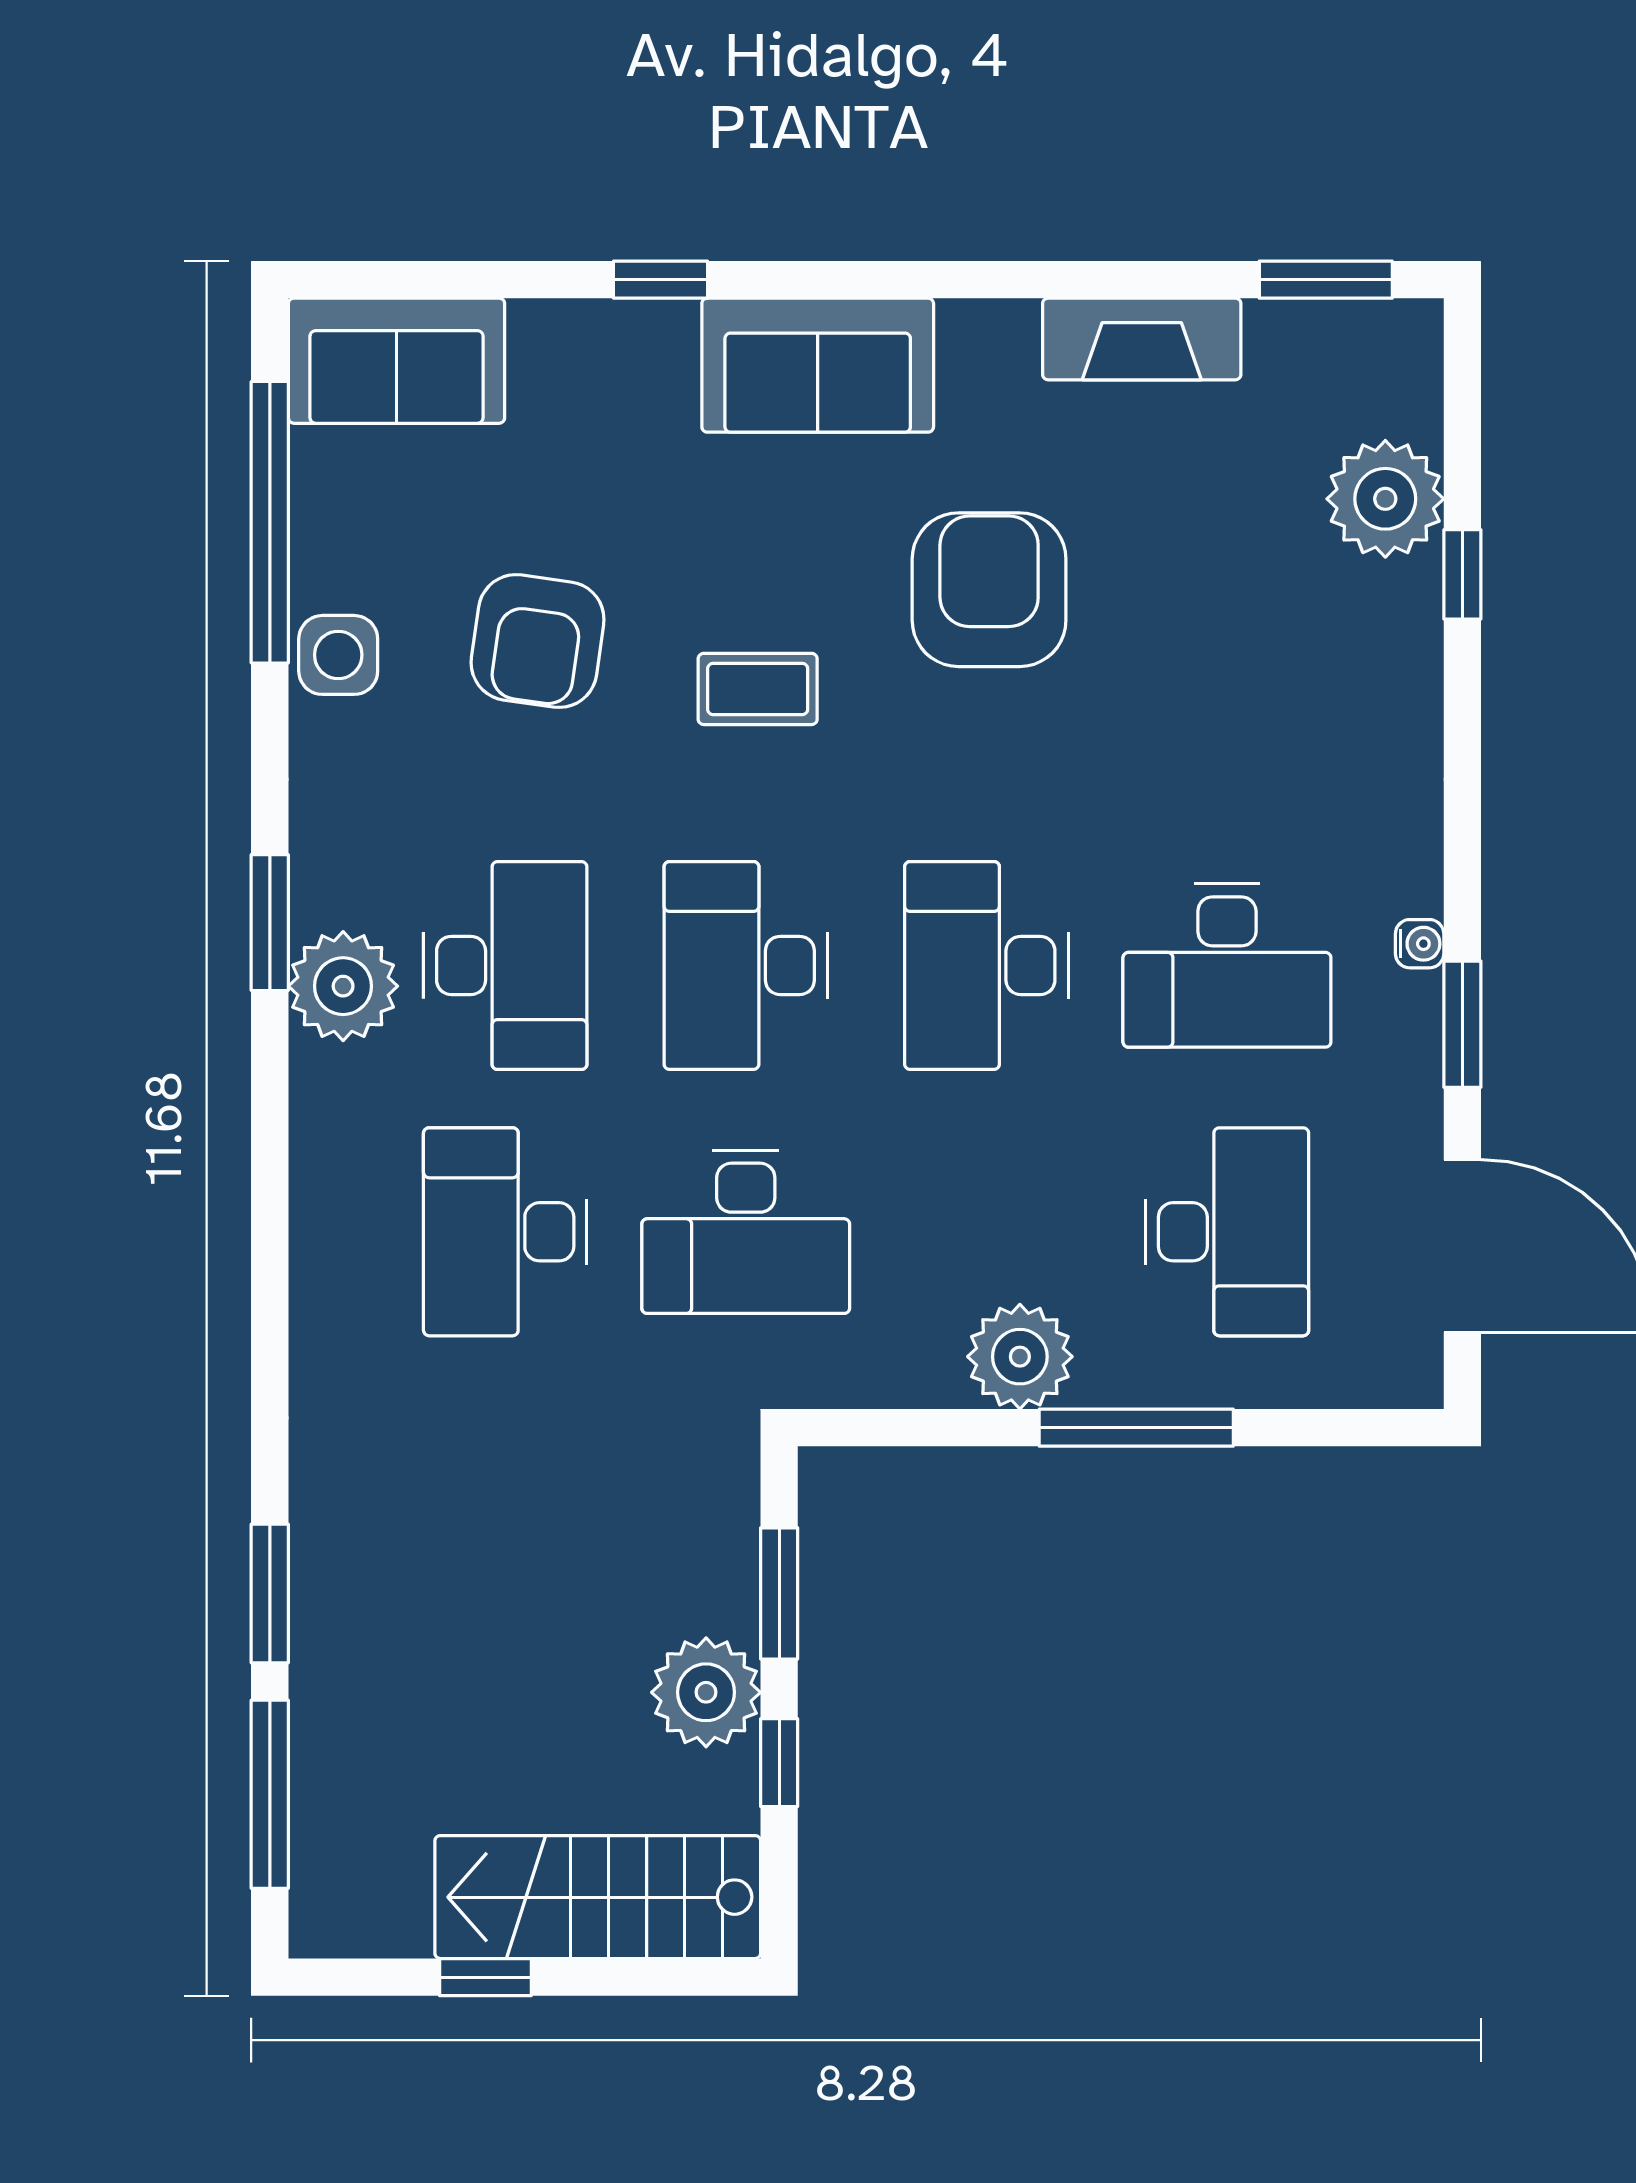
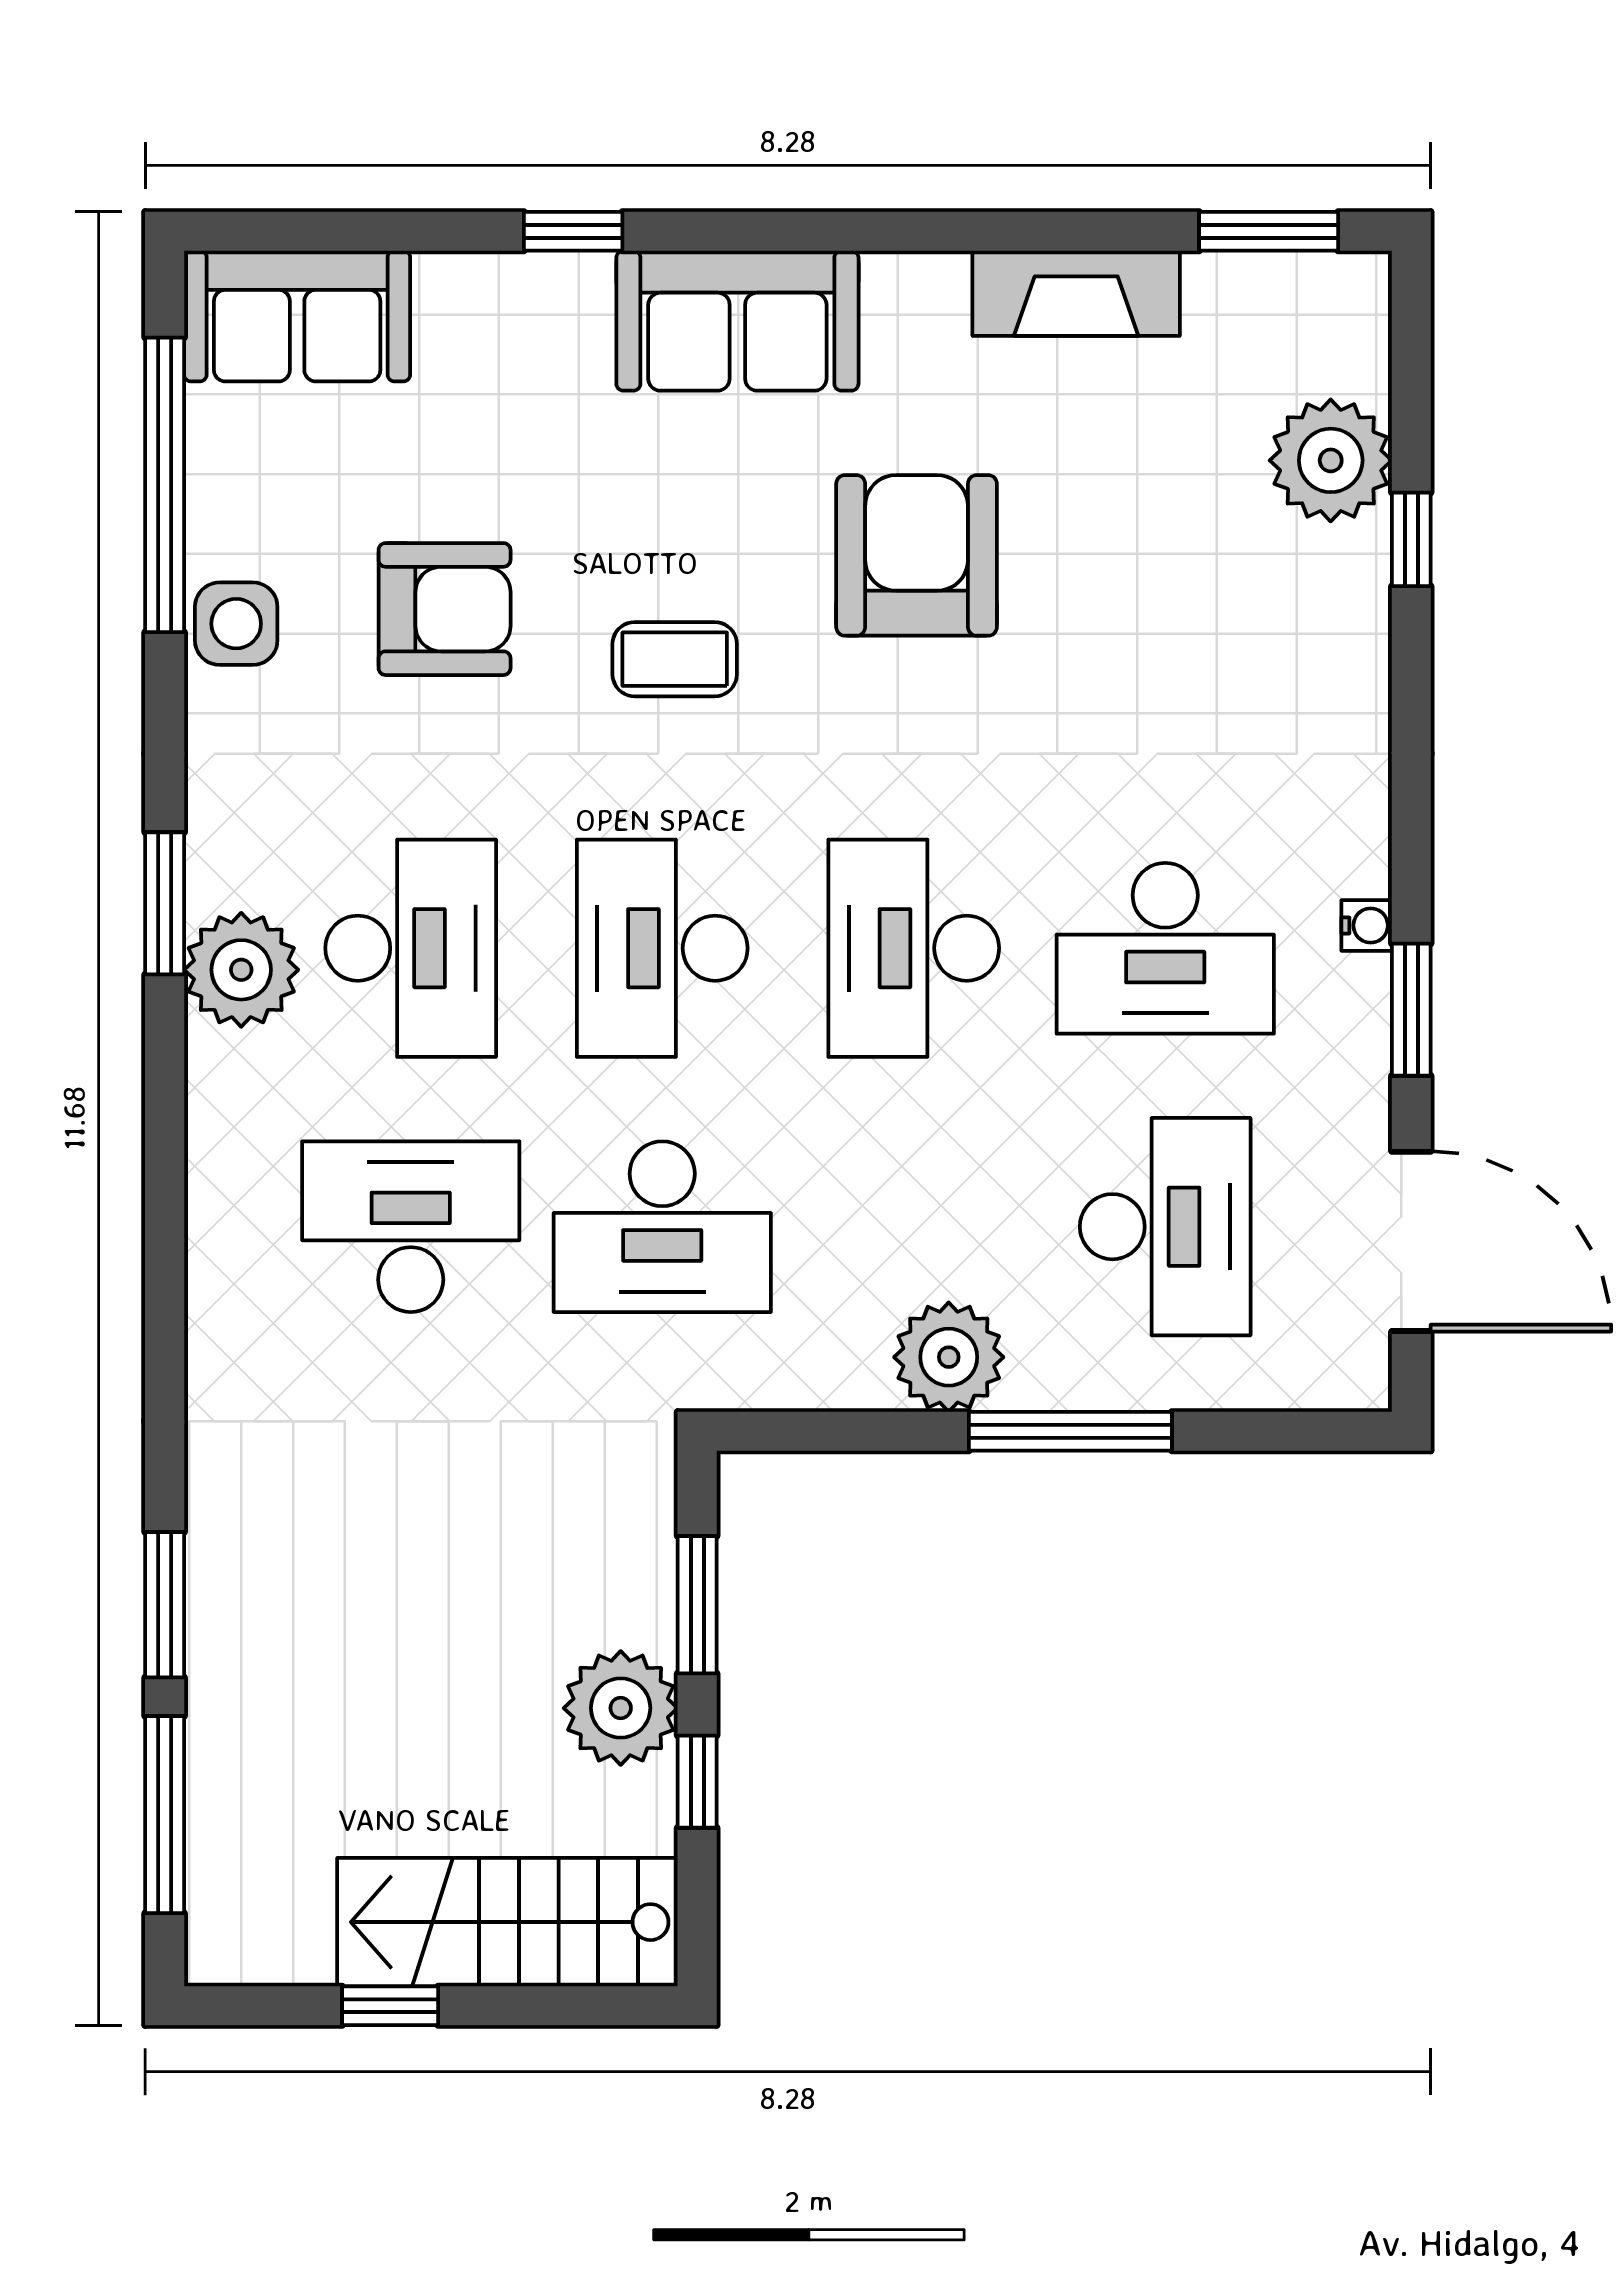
armchair: (538, 641) -> (445, 609), turned -98
desk: (505, 1232) -> (411, 1227), turned 90

